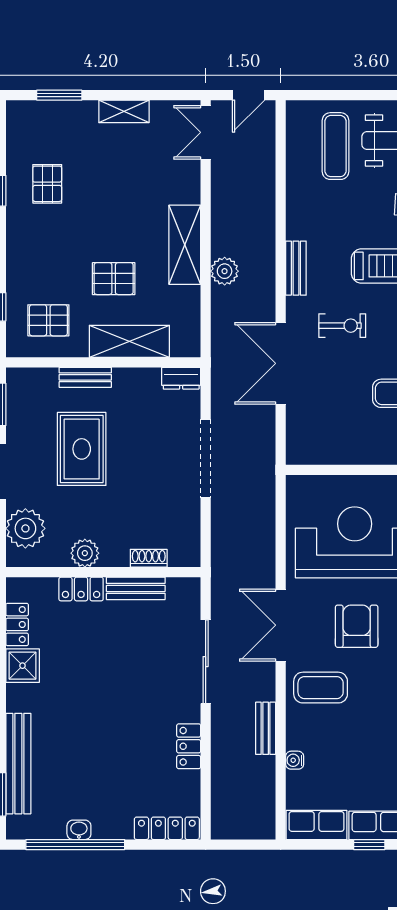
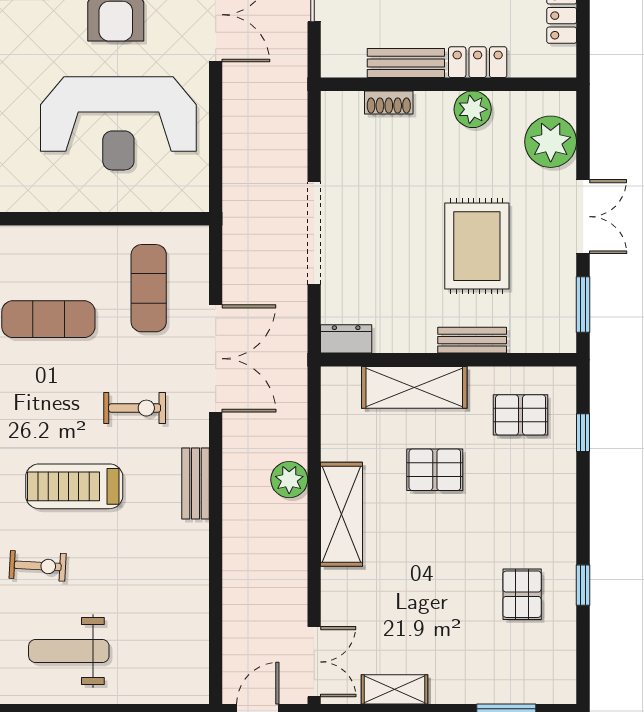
shelving: (124, 111) -> (395, 689), moved
exercise mat: (335, 146) -> (149, 288), moved
exercise bike: (342, 326) -> (135, 408), turned 180

